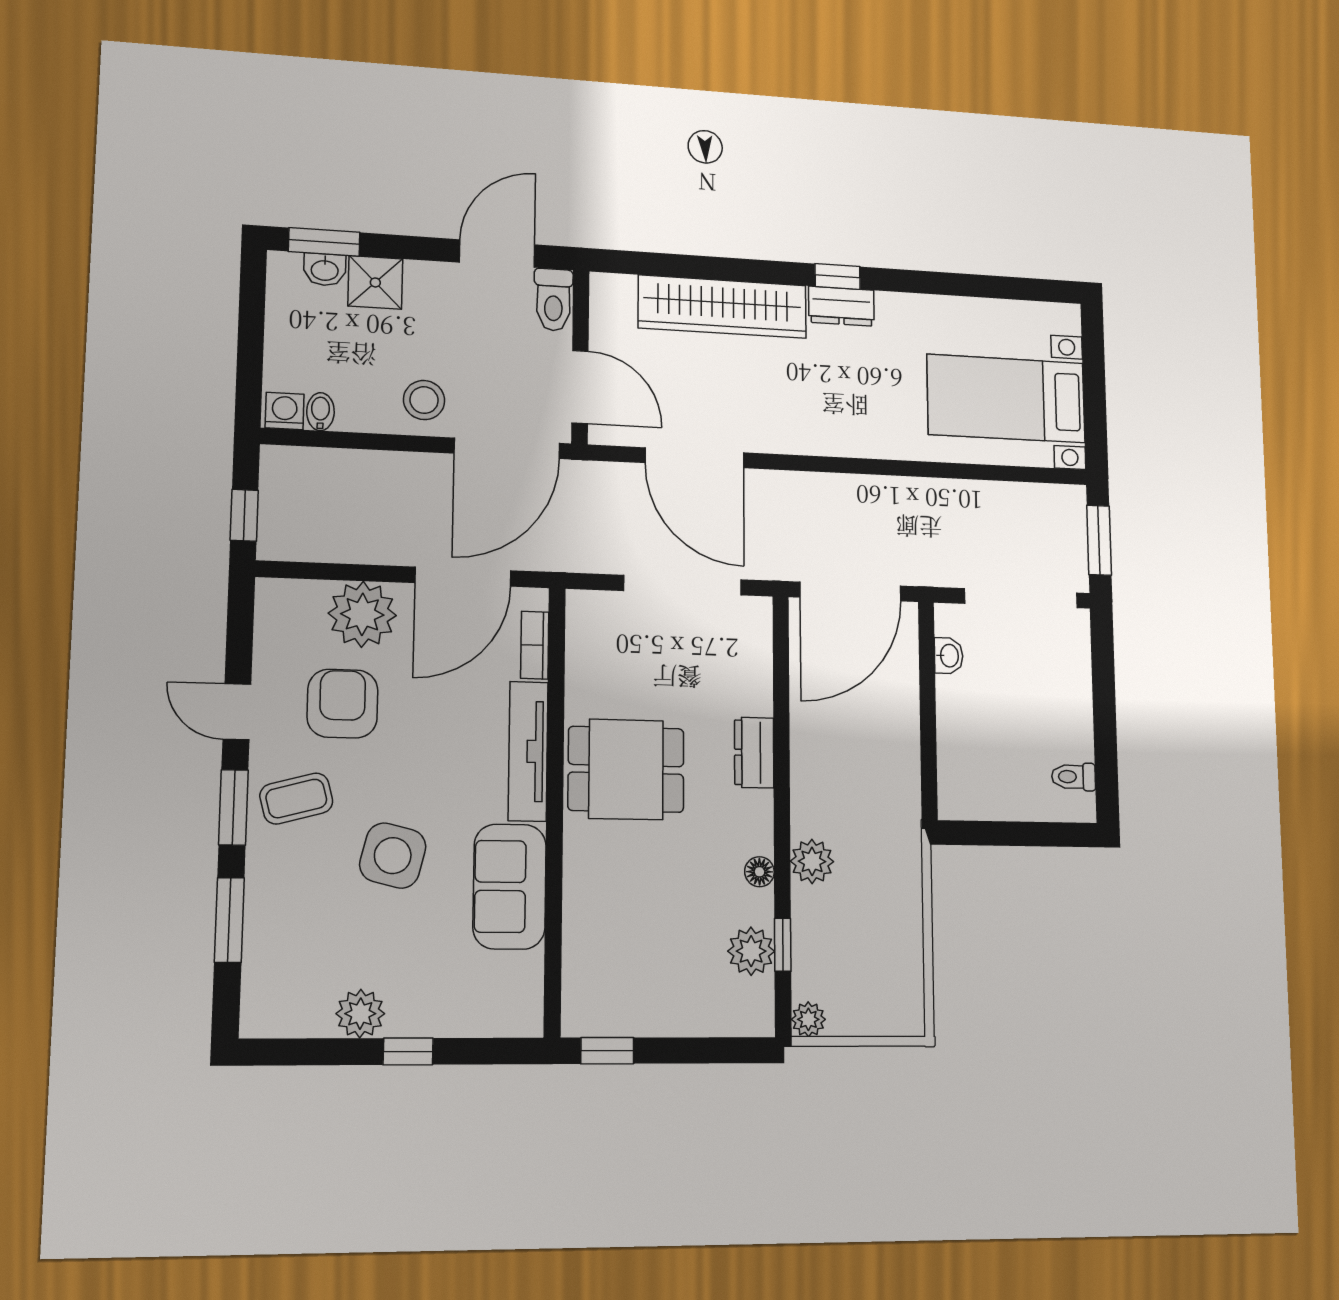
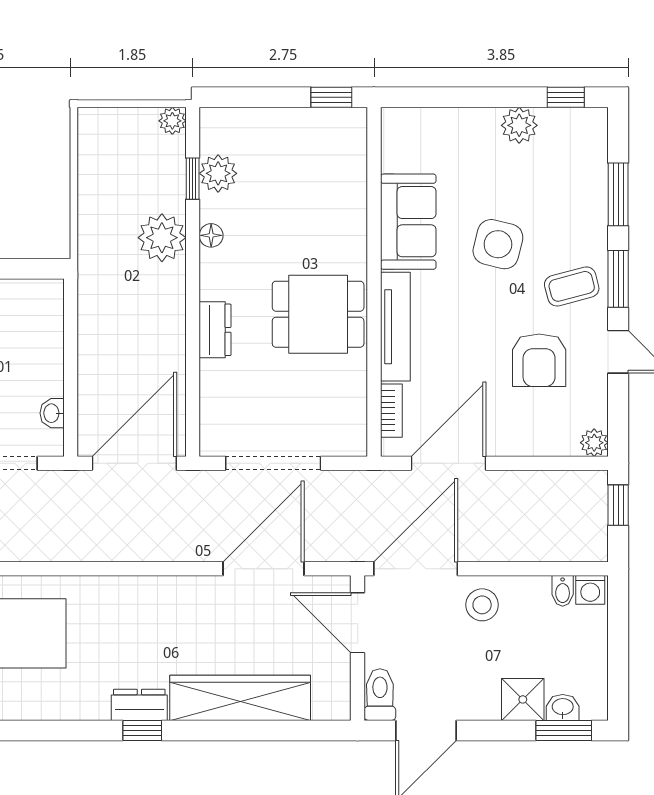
door: (695, 458) -> (263, 569), hinge flipped
plant: (362, 614) -> (594, 443), moved, width x0.53, depth x0.53
plant: (812, 861) -> (162, 238), width x1.36, depth x1.36
window: (408, 1051) -> (566, 97), moved

